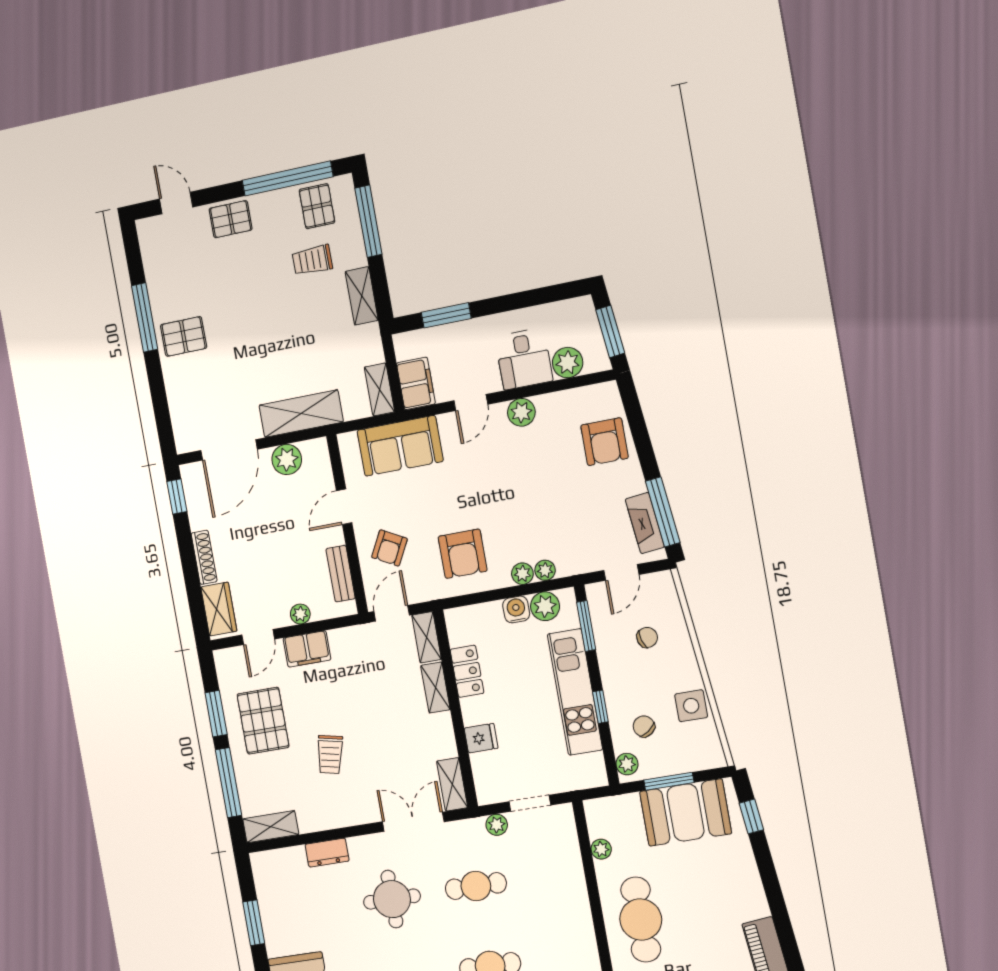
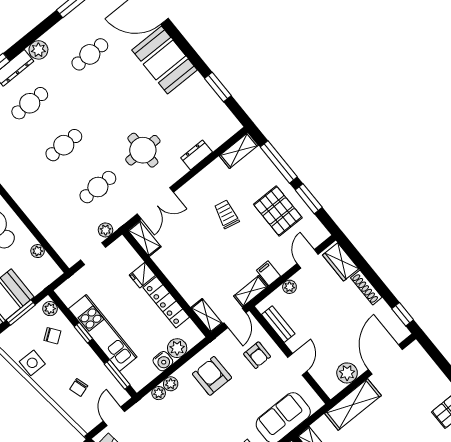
armchair: (389, 548) -> (257, 355), turned 152
plant: (545, 606) -> (177, 348), moved
filing cabinet: (307, 649) -> (268, 273), width x0.50
locker: (467, 671) -> (166, 302), width x1.53
shelving: (435, 688) -> (251, 291), moved, turned 90

